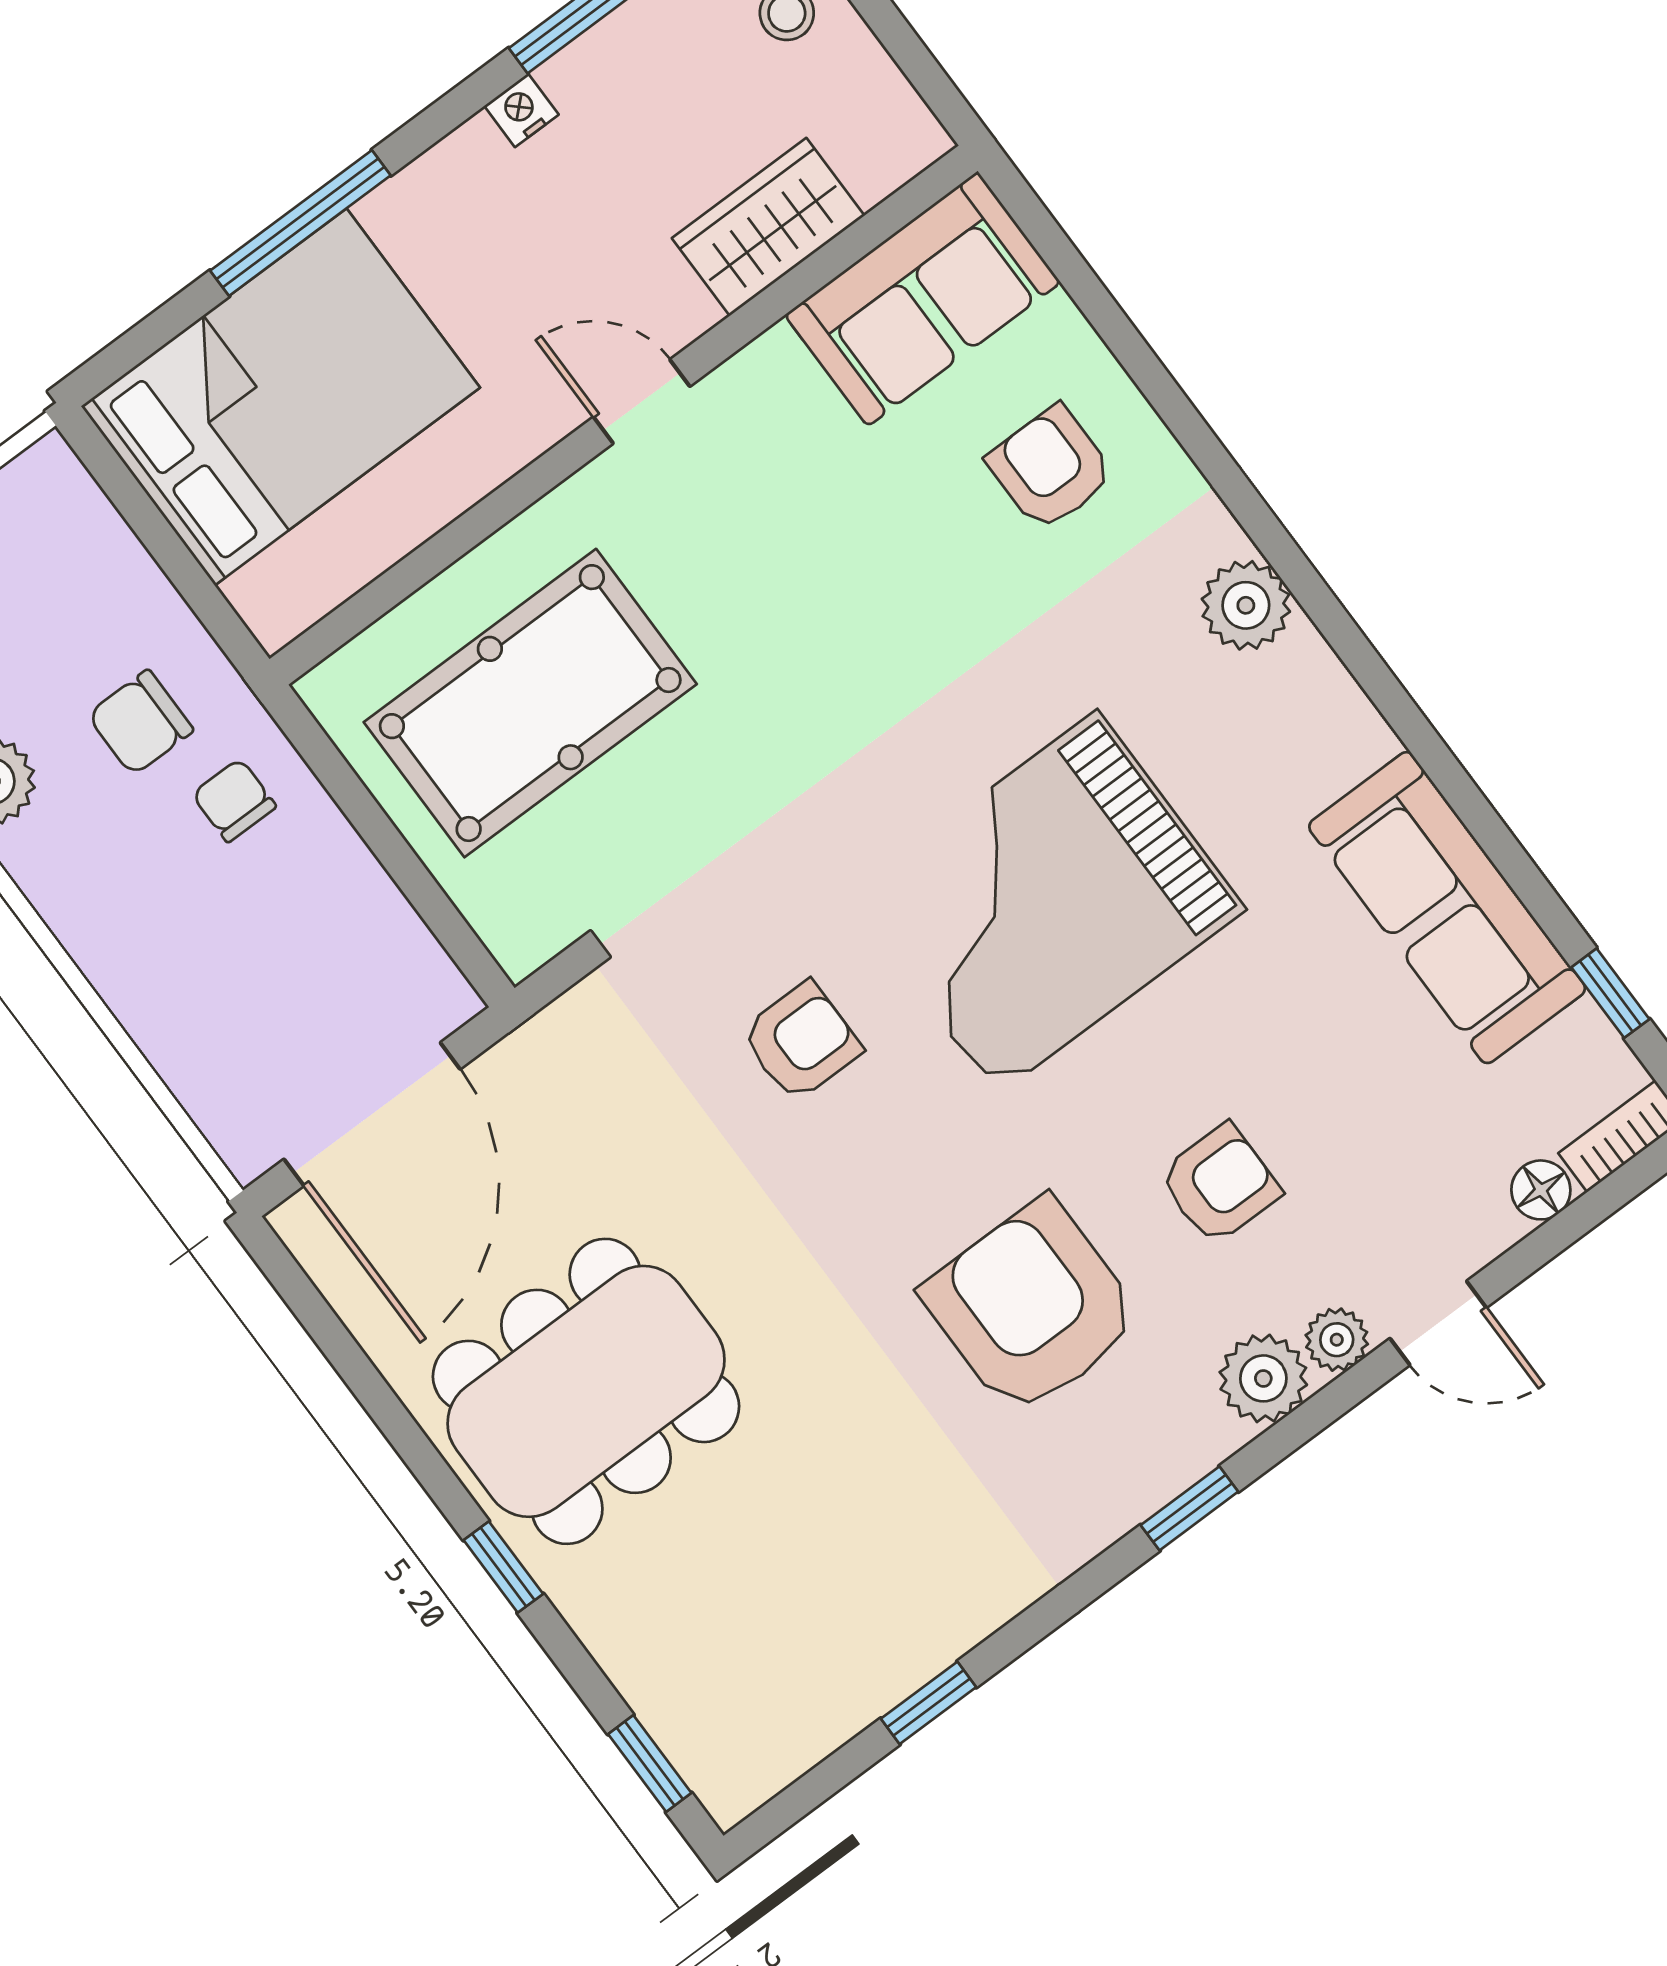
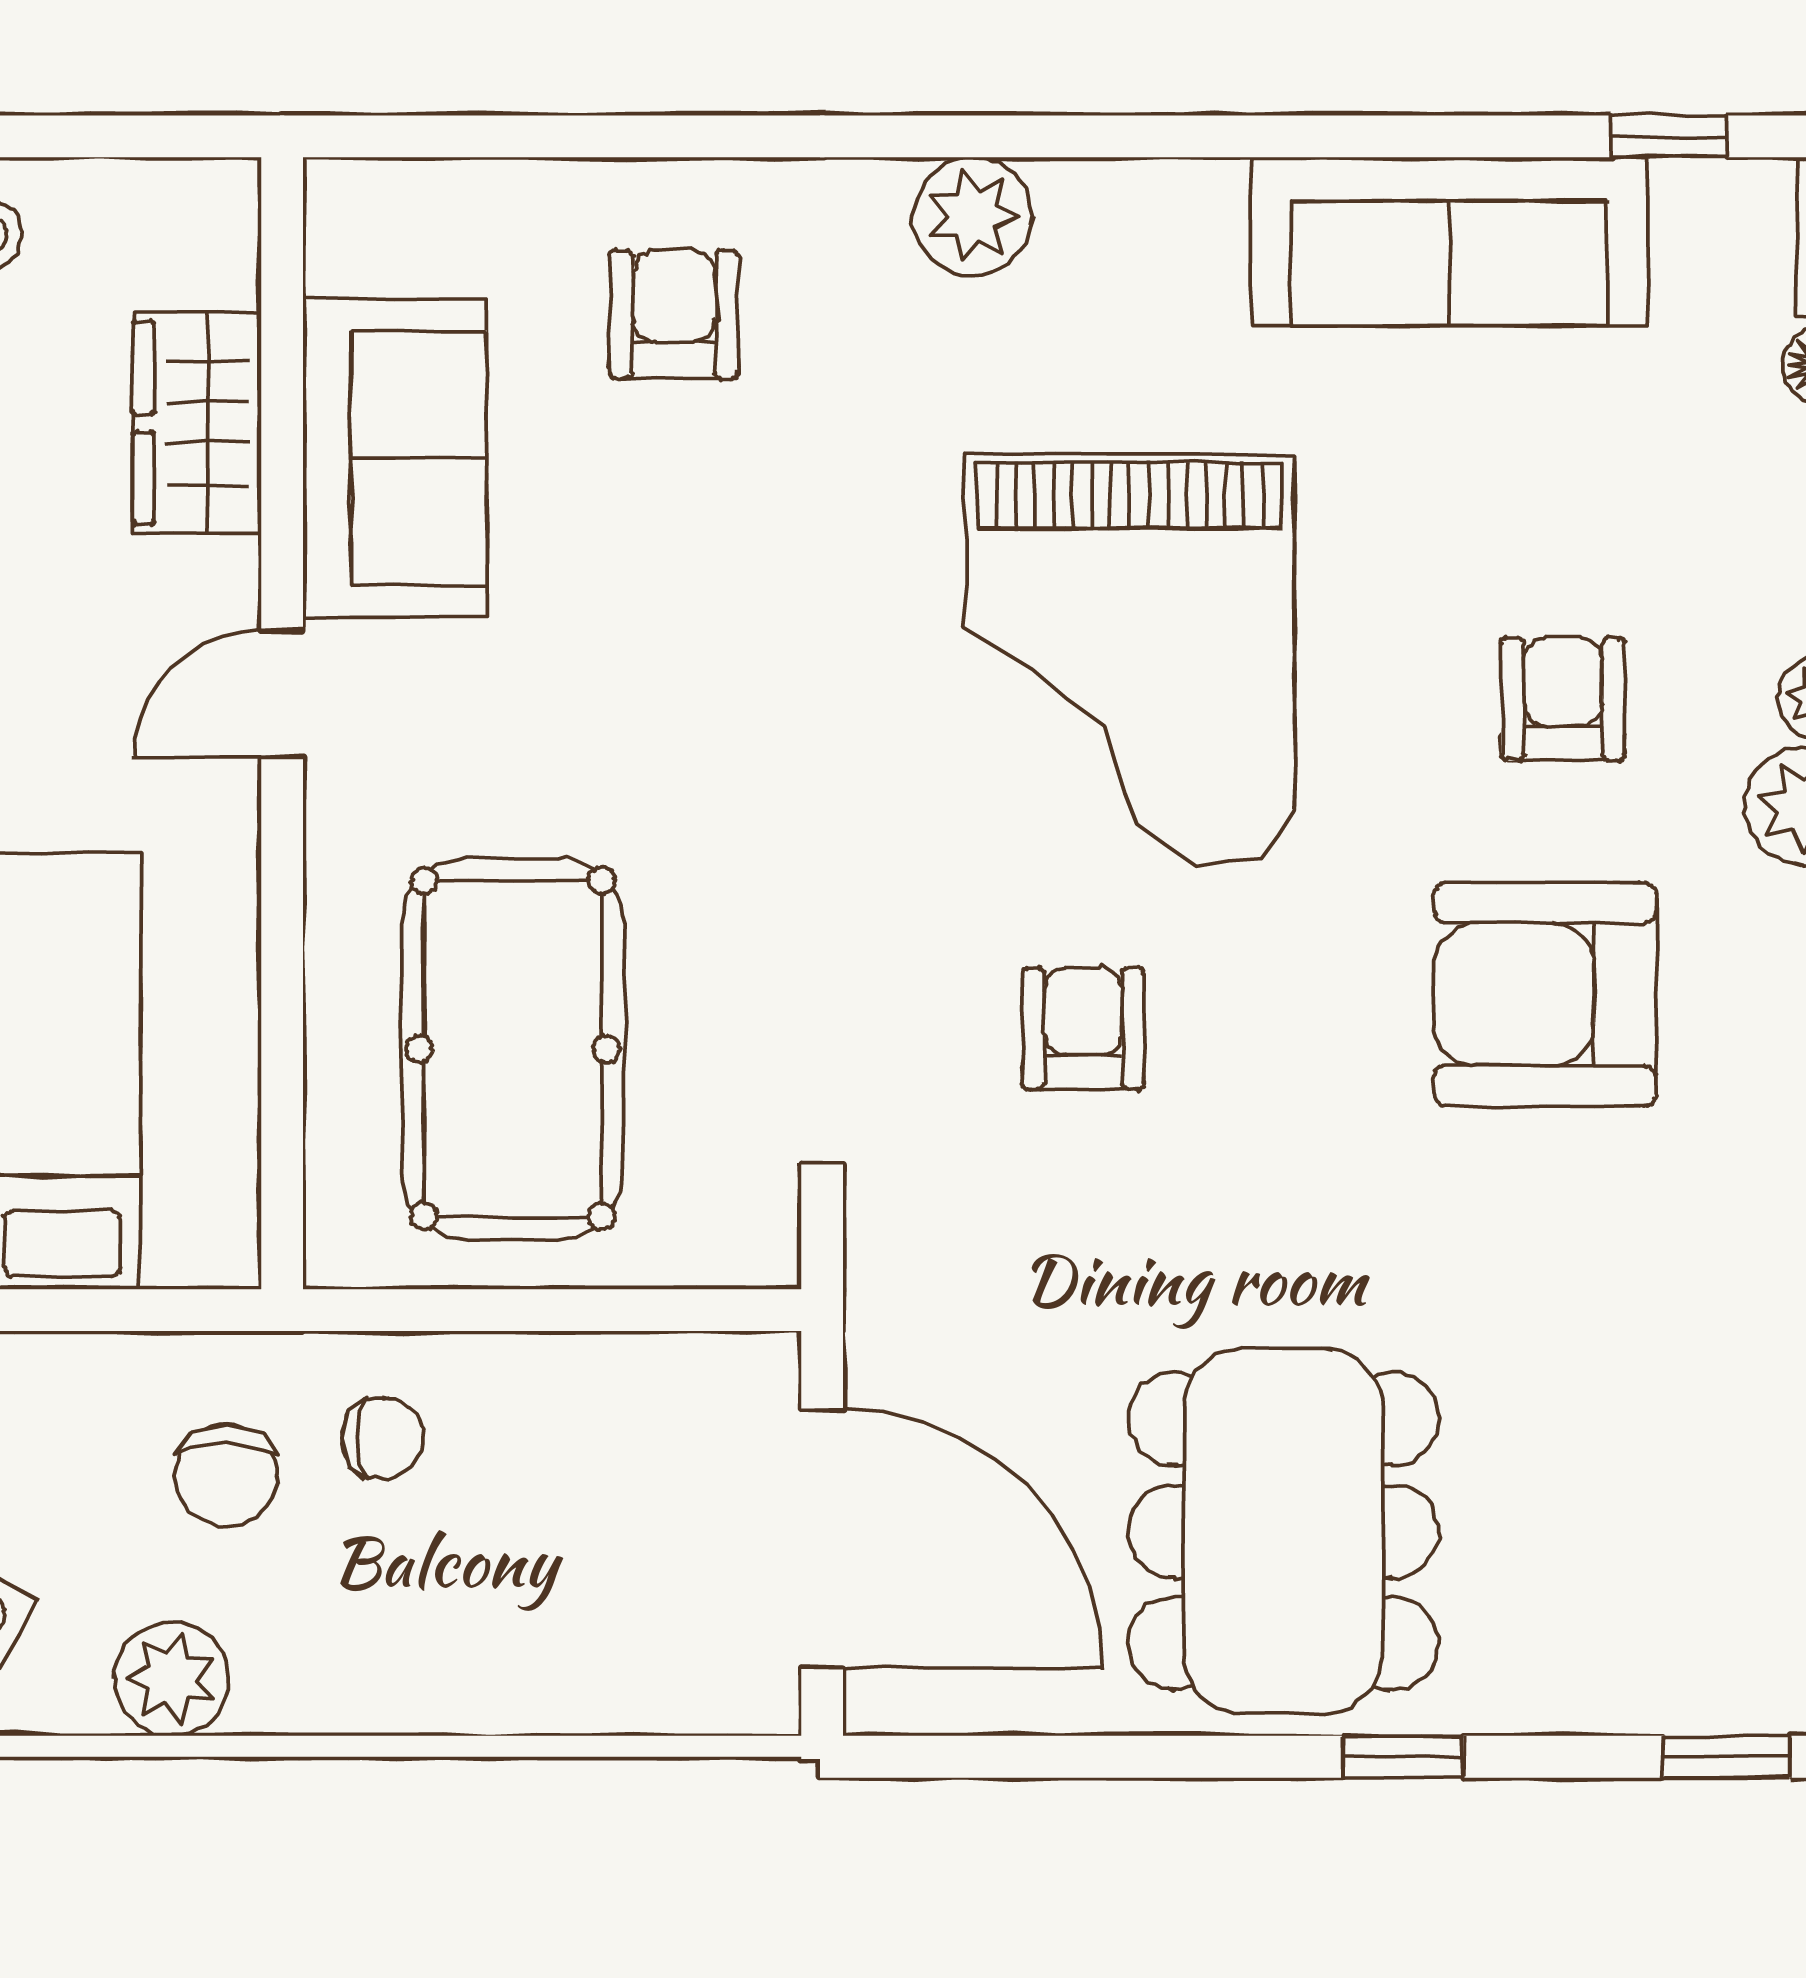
sofa: (923, 299) -> (395, 458), moved
armchair: (1051, 468) -> (674, 314), turned 90
chair: (234, 800) -> (382, 1438), turned 180

